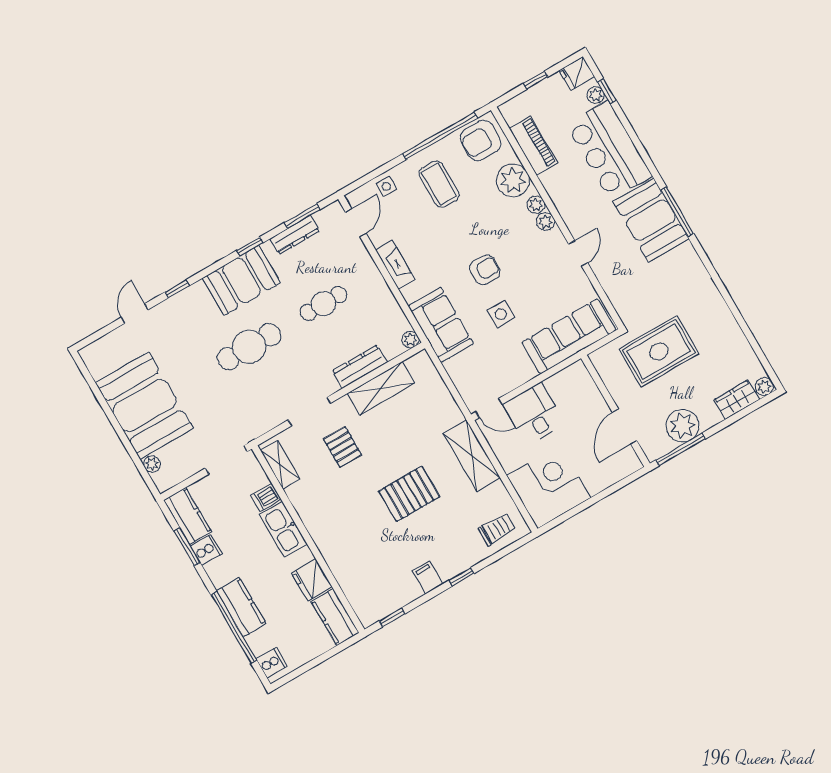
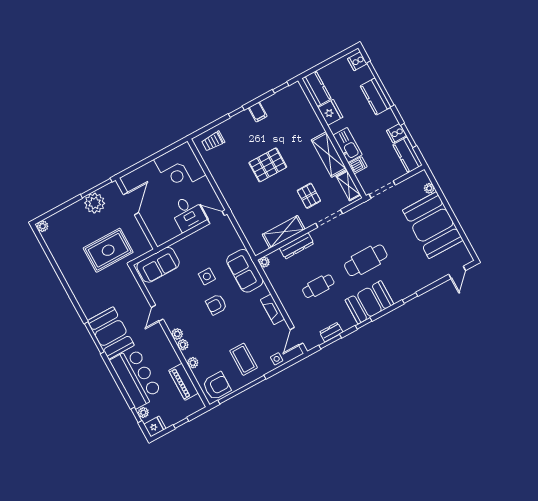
plant: (513, 180) -> (193, 363), width x0.53, depth x0.53
dresser: (295, 235) -> (331, 332), width x0.70
door: (135, 314) -> (457, 272), moved
sofa: (569, 336) -> (158, 265), width x0.73
wardrobe: (737, 400) -> (60, 218), removed
shelving: (472, 456) -> (329, 155), moved

